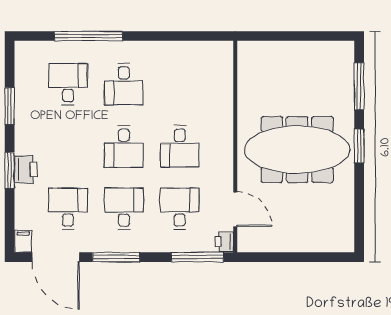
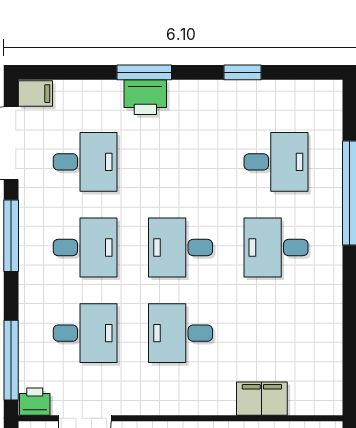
filing cabinet: (222, 93) -> (262, 399), added
window: (10, 106) -> (243, 72), width x0.67

